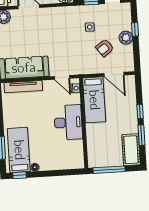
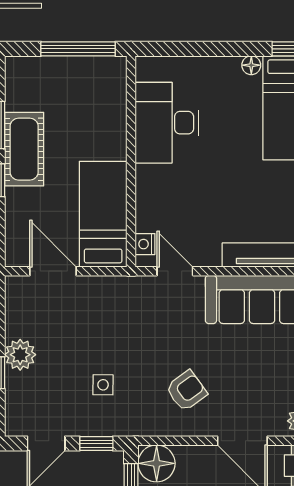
armchair: (105, 48) -> (186, 391), moved
desk: (68, 122) -> (167, 123), moved
cot: (131, 150) -> (24, 149), moved

